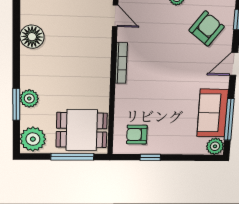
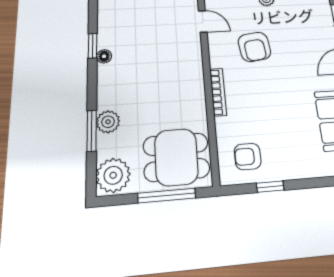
armchair: (207, 29) -> (254, 47), moved, turned 136
window: (16, 31) -> (93, 46), added
floor lamp: (32, 37) -> (104, 56), width x0.53, depth x0.53
bookcase: (121, 63) -> (218, 92), moved

